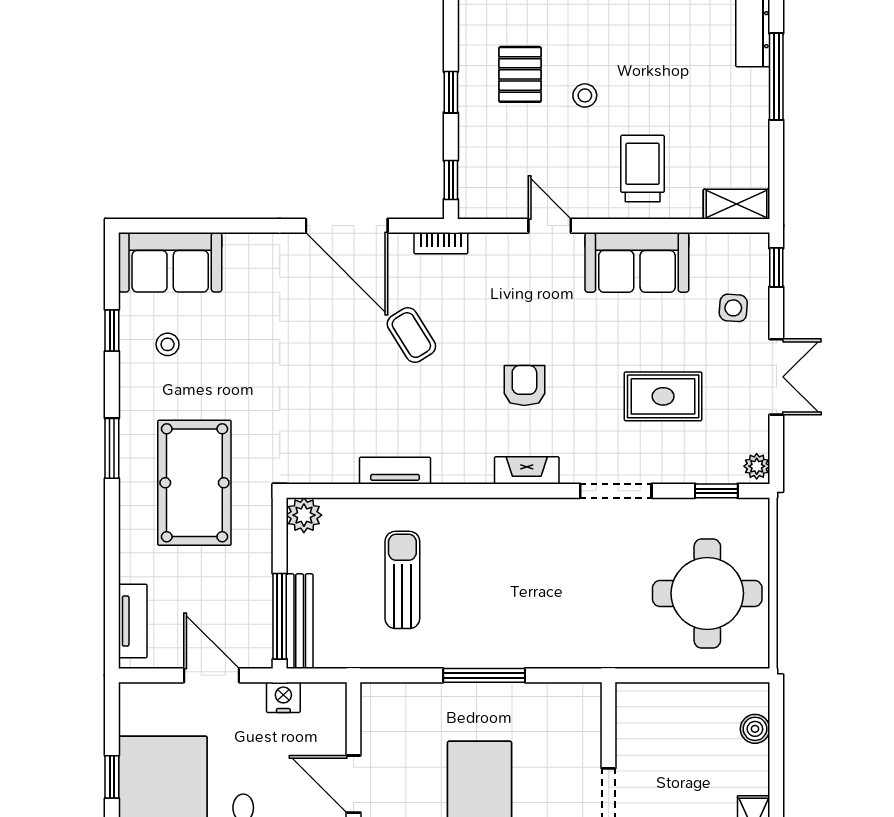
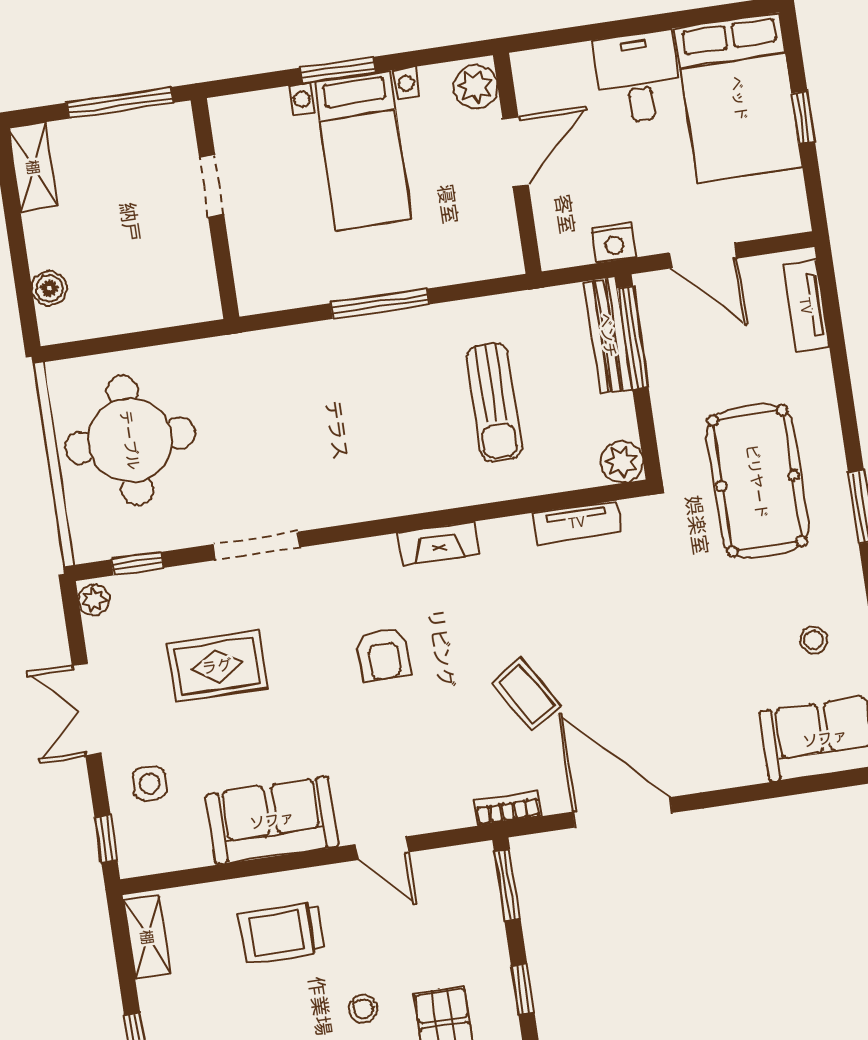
trolley: (643, 168) -> (282, 933), turned 90
window: (451, 180) -> (507, 885), width x1.50
shelving: (736, 204) -> (147, 937), moved, turned 90
fireplace: (527, 470) -> (439, 543), moved
tv unit: (395, 471) -> (577, 522), moved
door: (353, 784) -> (516, 152), hinge flipped

